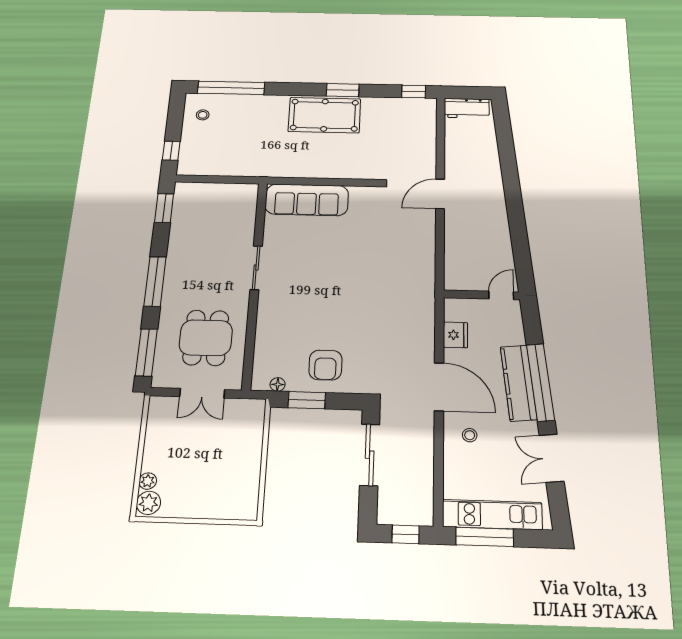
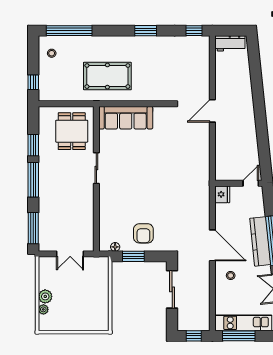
pool table: (324, 115) -> (107, 76), moved
window: (164, 208) -> (33, 145), moved
fridge: (455, 335) -> (222, 194), moved
dining table: (206, 338) -> (72, 131), moved
plant: (148, 503) -> (45, 296), moved

